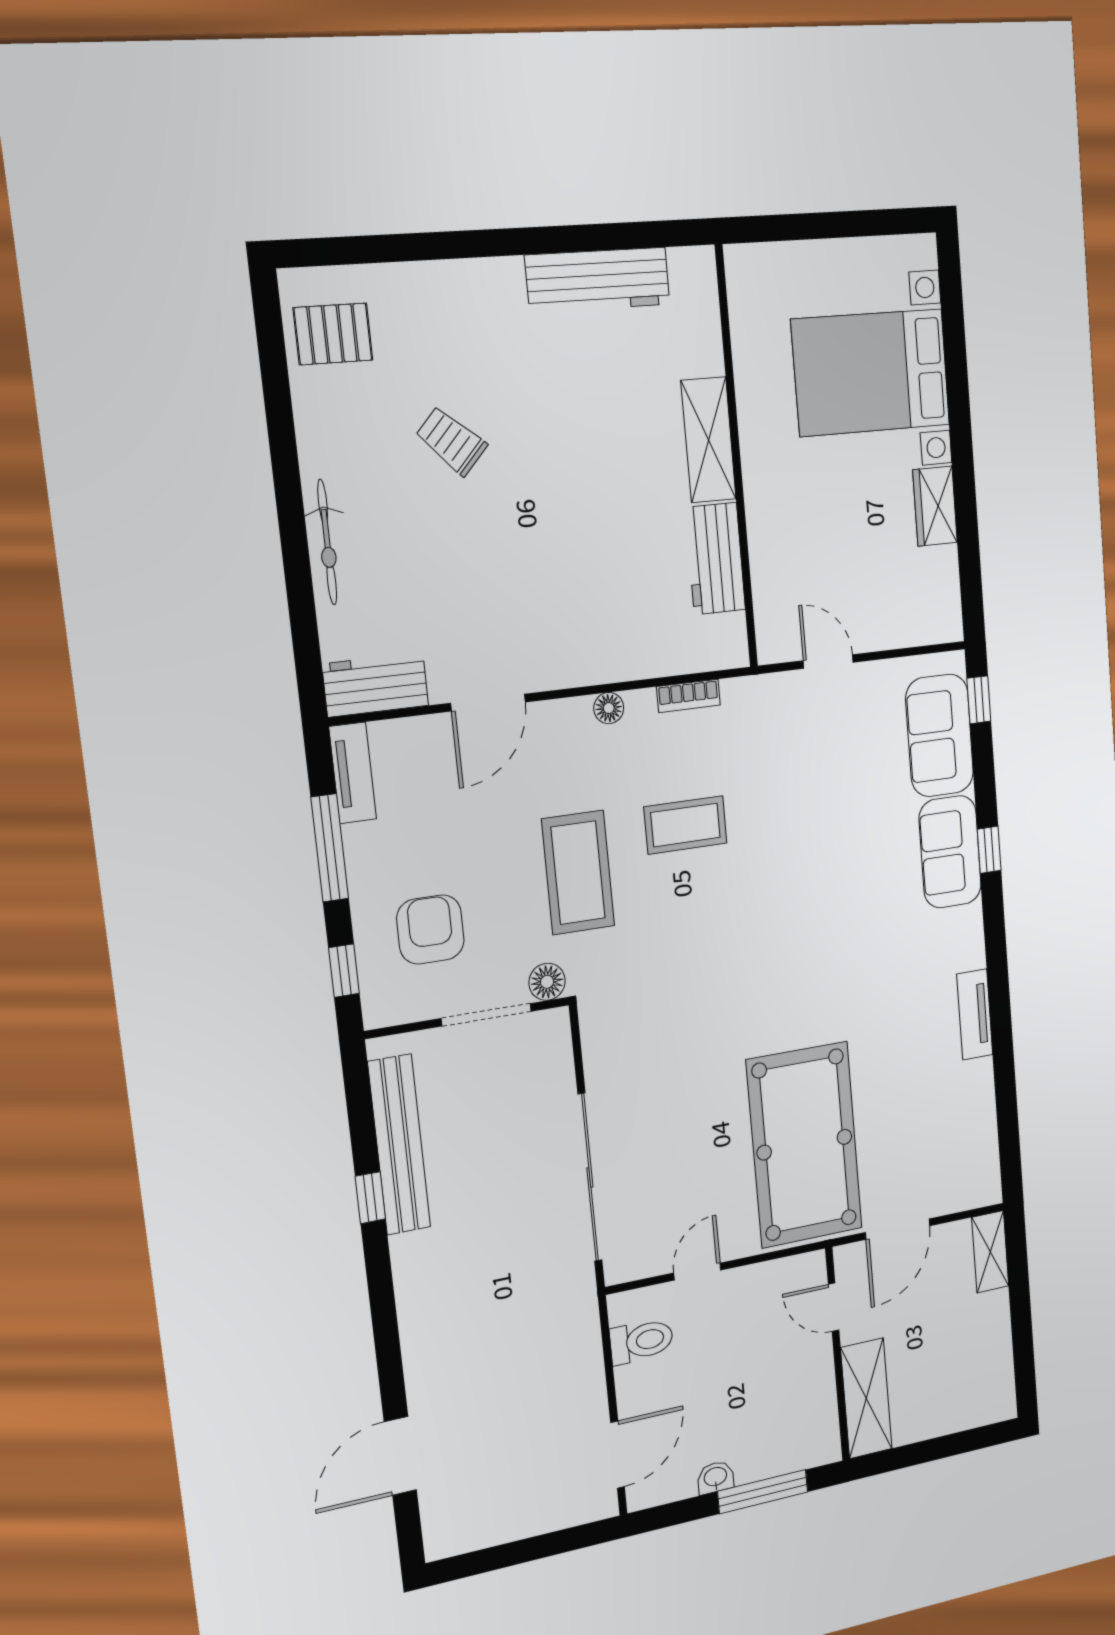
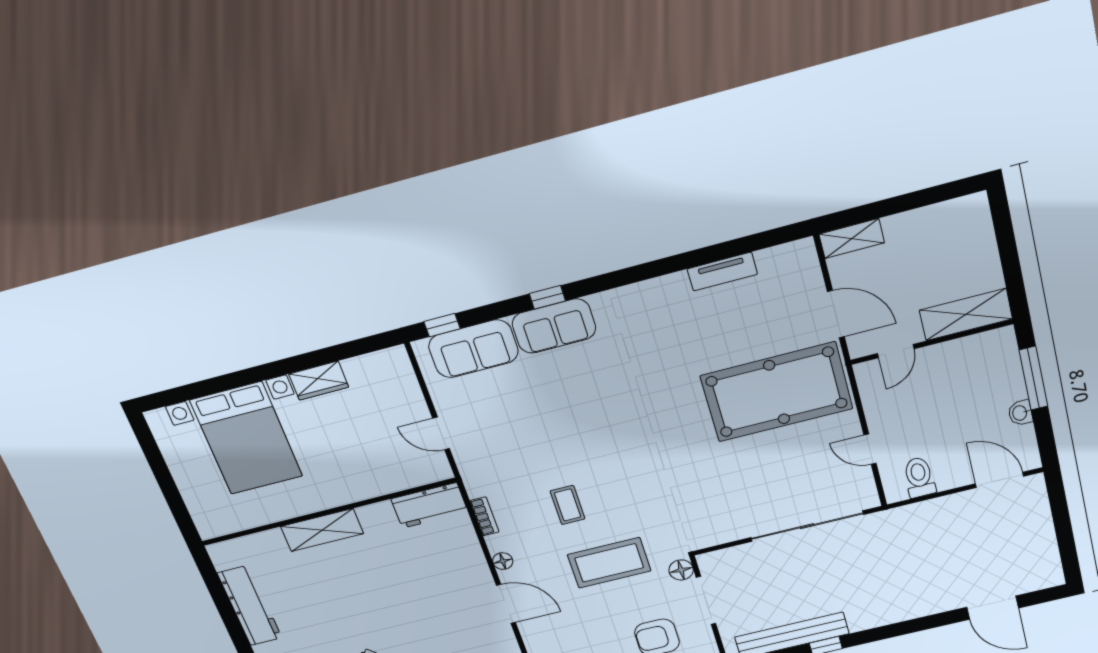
workbench: (715, 559) -> (429, 505), moved
door: (828, 661) -> (441, 433), hinge flipped
door: (488, 703) -> (506, 604), moved
coffee table: (685, 825) -> (568, 505), width x0.73, depth x0.77
tv unit: (975, 1014) -> (722, 272), moved

